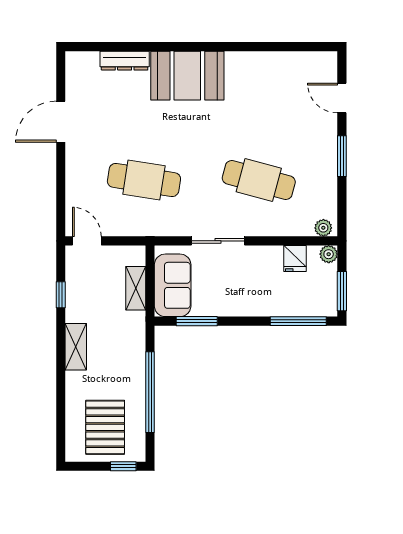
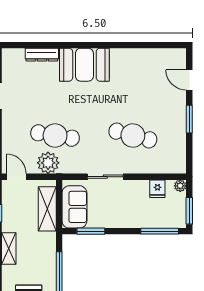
plant: (323, 228) -> (48, 163), moved, width x1.88, depth x1.88
shelving: (136, 288) -> (47, 209), width x1.50, depth x1.33

